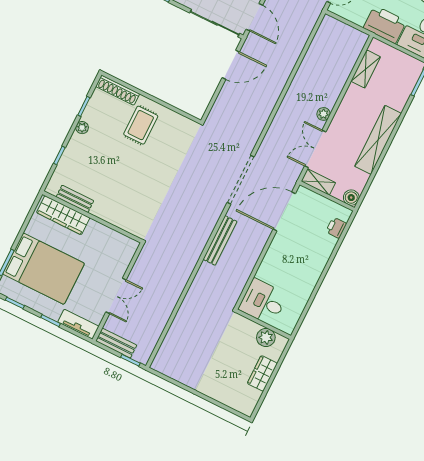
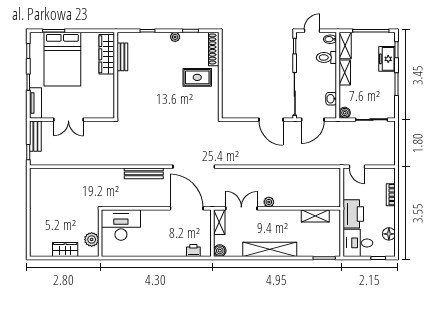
desk: (263, 302) -> (121, 225), width x1.37

